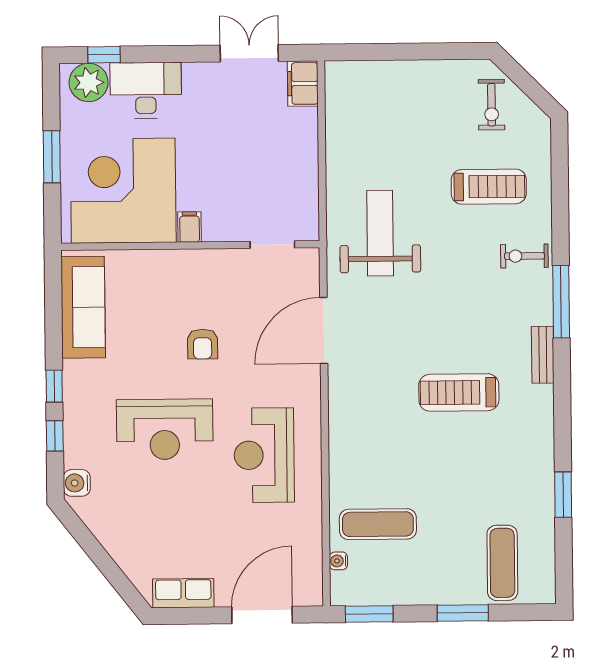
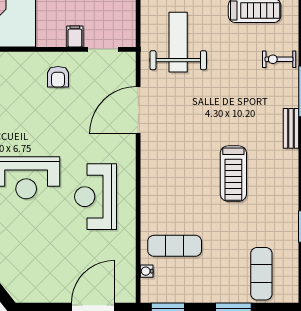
filing cabinet: (189, 227) -> (75, 37), moved
armchair: (203, 344) -> (58, 77), moved
treadmill: (459, 392) -> (233, 174), moved, turned -90
row of seats: (183, 593) -> (38, 293), removed

